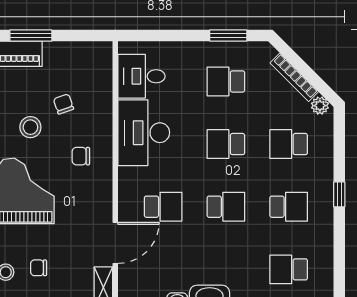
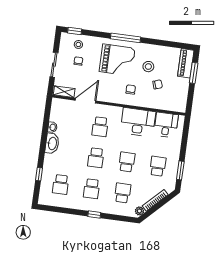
door: (115, 243) -> (86, 101), swing flipped
school desk: (289, 269) -> (61, 184), turned 180

